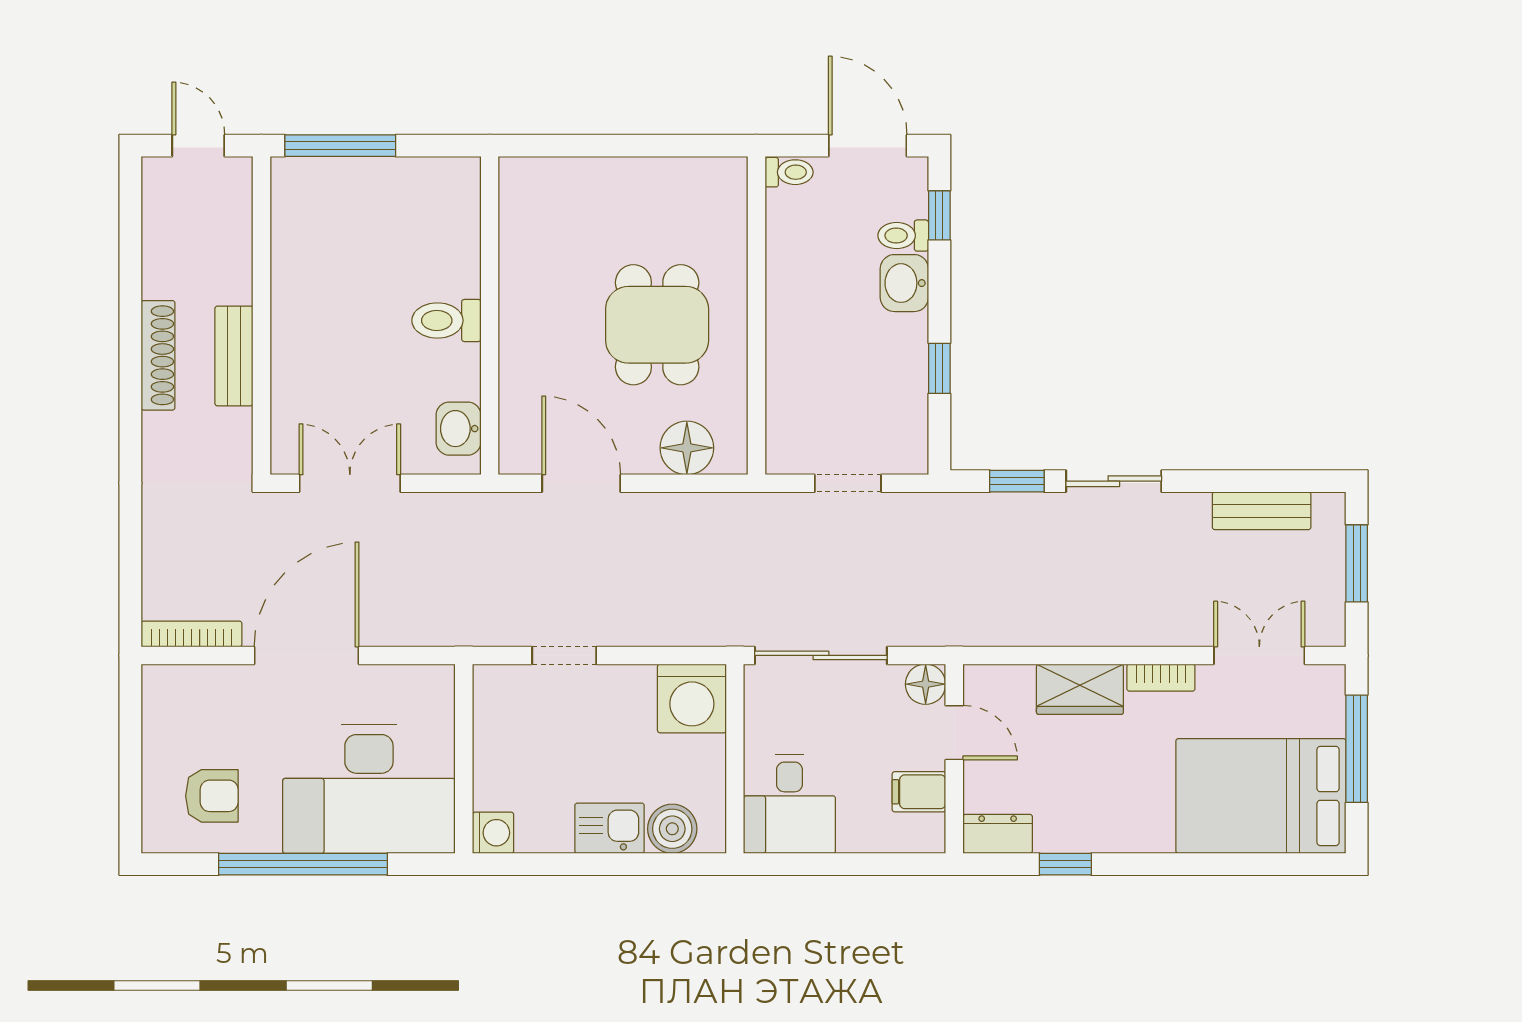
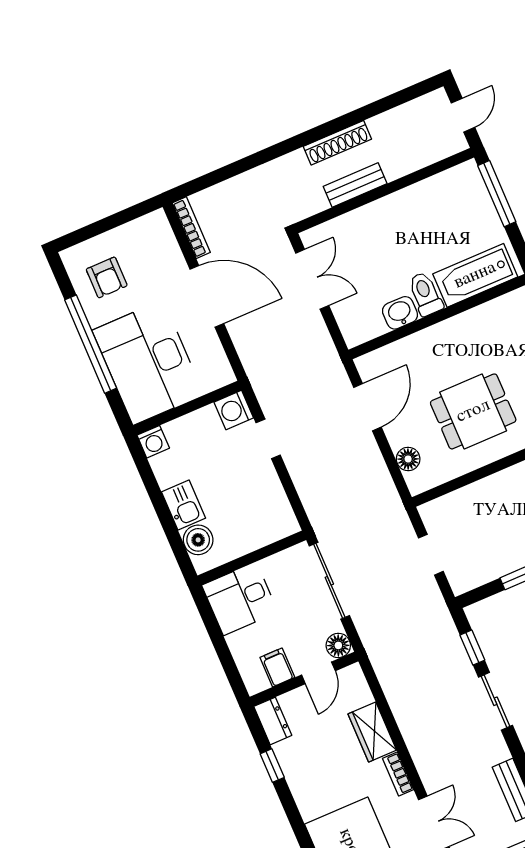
bathtub: (451, 232) -> (475, 275), added
washbasin: (459, 429) -> (400, 313), moved
floor lamp: (687, 448) -> (408, 459), width x0.73, depth x0.73
washing machine: (692, 698) -> (234, 410), moved, width x0.73, depth x0.73

